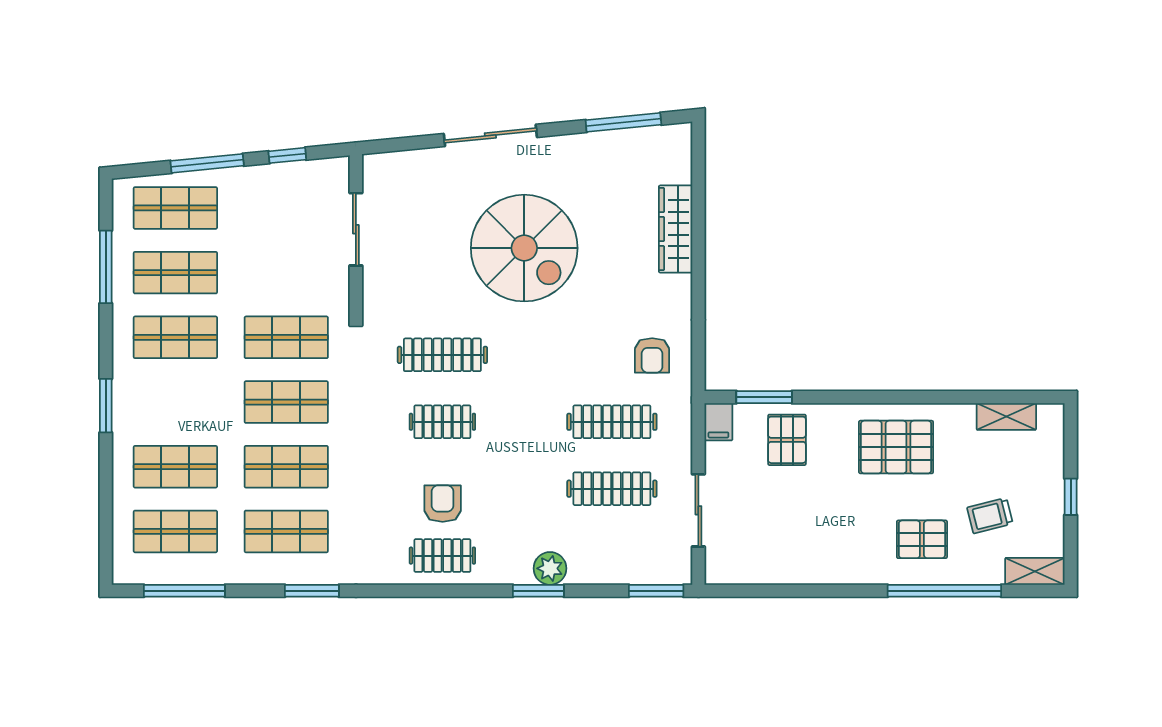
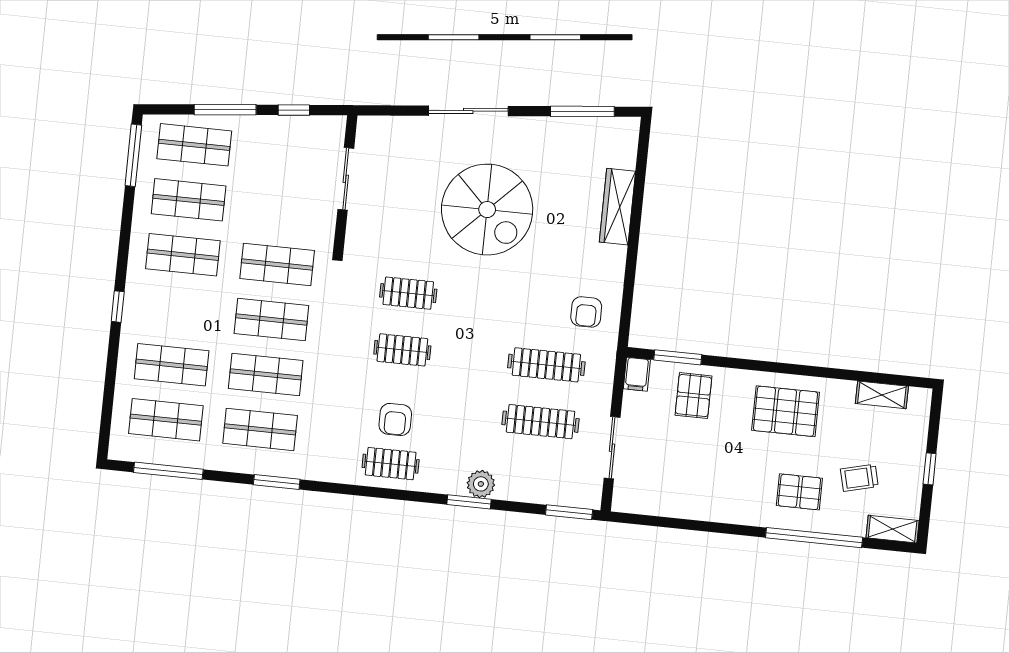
window: (106, 267) -> (133, 155), moved
clothes rail: (442, 355) -> (408, 293), width x0.73
window: (106, 406) -> (118, 307), width x0.67
armchair: (443, 504) -> (395, 419), turned 180

